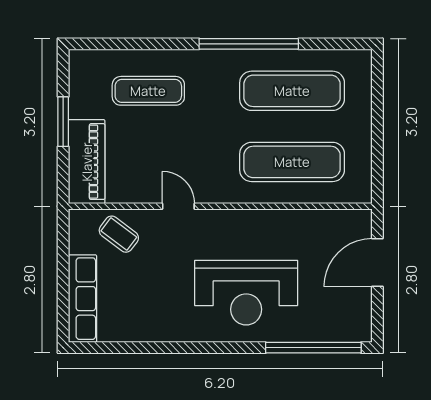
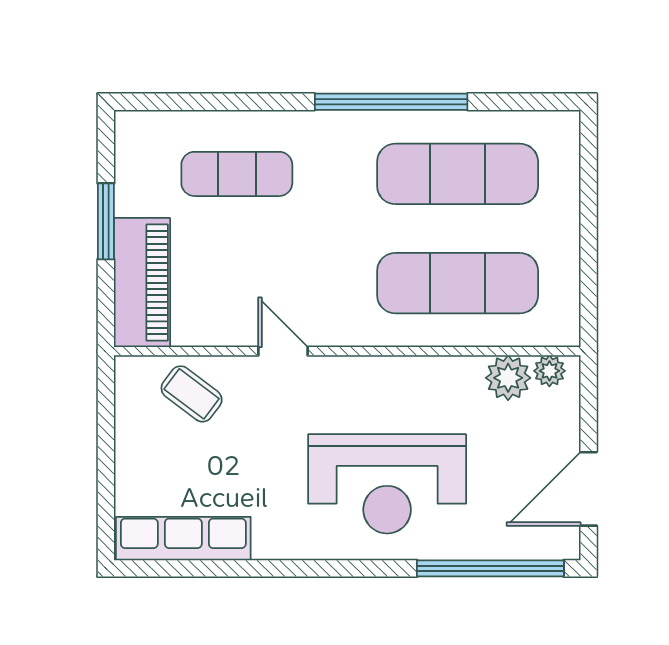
plant: (352, 219) -> (549, 371), added
plant: (325, 224) -> (508, 378), added
door: (377, 263) -> (589, 489), moved
row of seats: (82, 299) -> (183, 539), moved, turned -90

